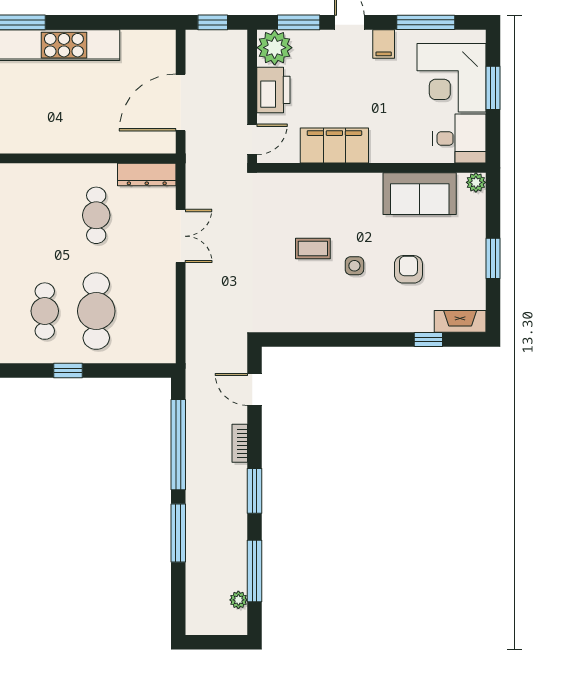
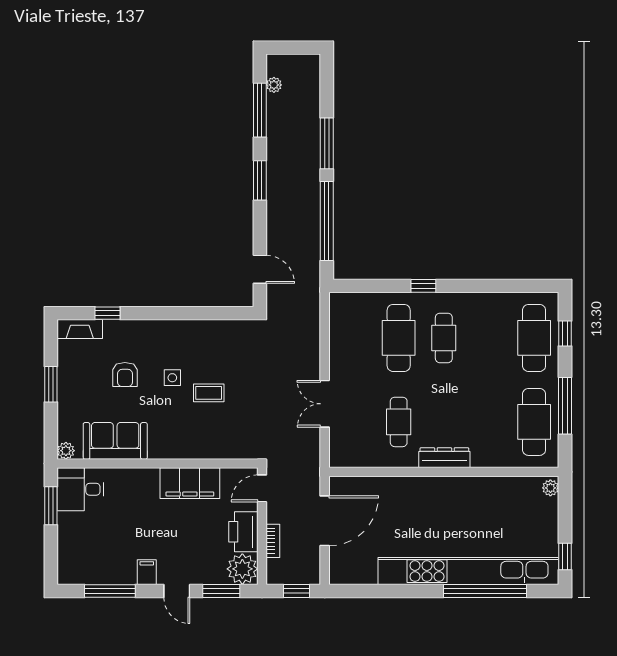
corner desk: (451, 78) -> (87, 543), removed
window: (493, 88) -> (51, 506), moved
dresser: (147, 174) -> (444, 458), moved
bookcase: (240, 443) -> (273, 541), moved

